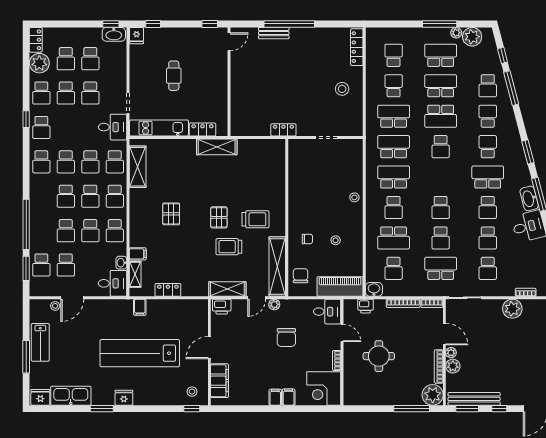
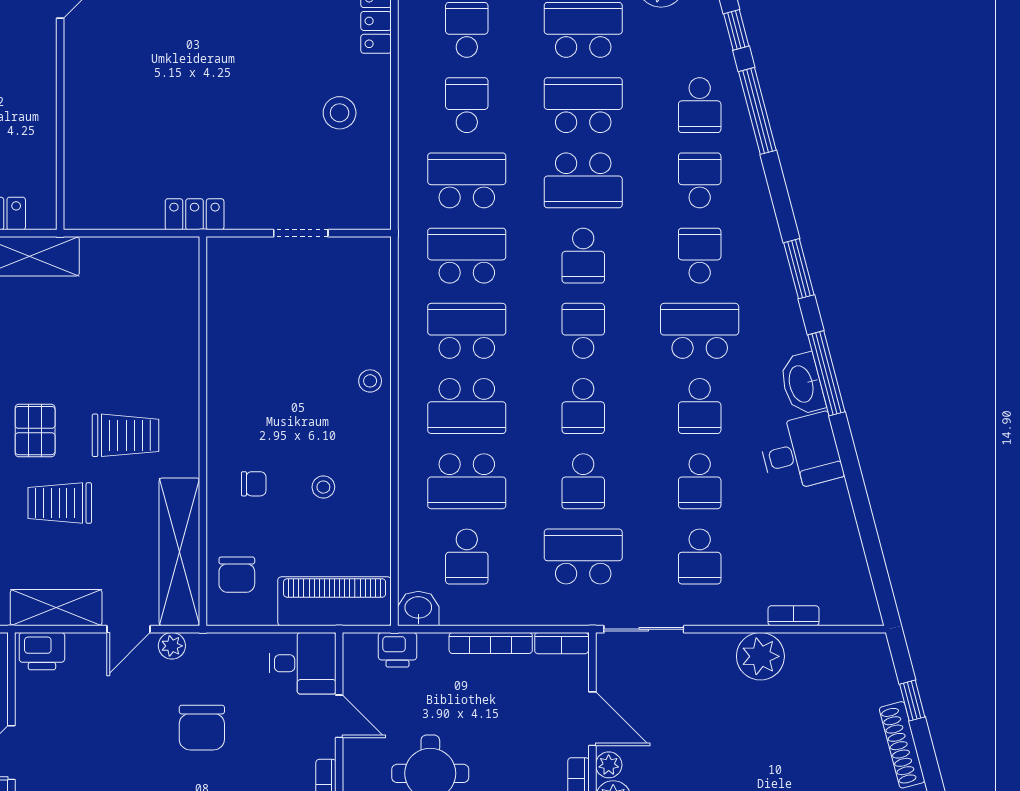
school desk: (441, 177) -> (583, 331), added
school desk: (394, 207) -> (467, 406), width x1.85
chair: (301, 276) -> (237, 575), turned 180

